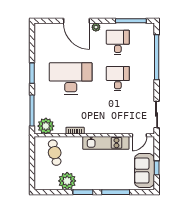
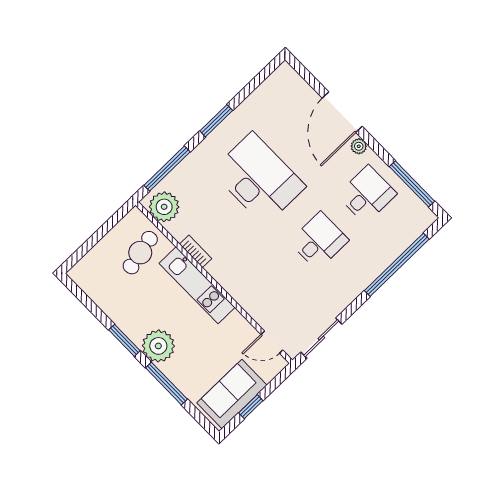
kitchen unit: (106, 143) -> (197, 285), moved
plant: (67, 181) -> (158, 346), moved

